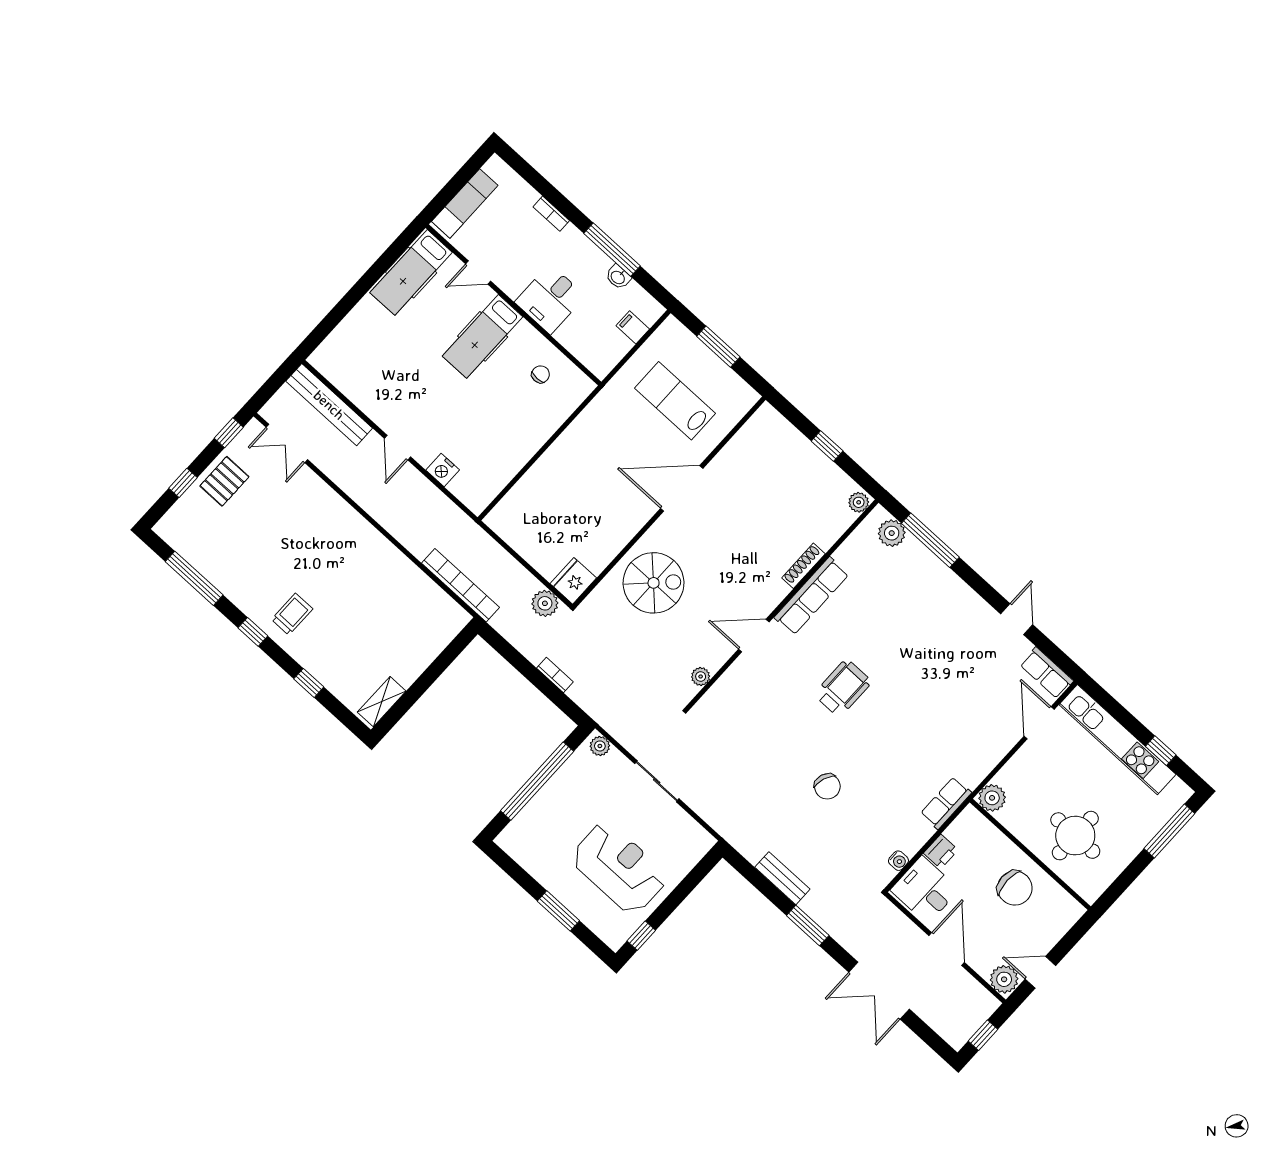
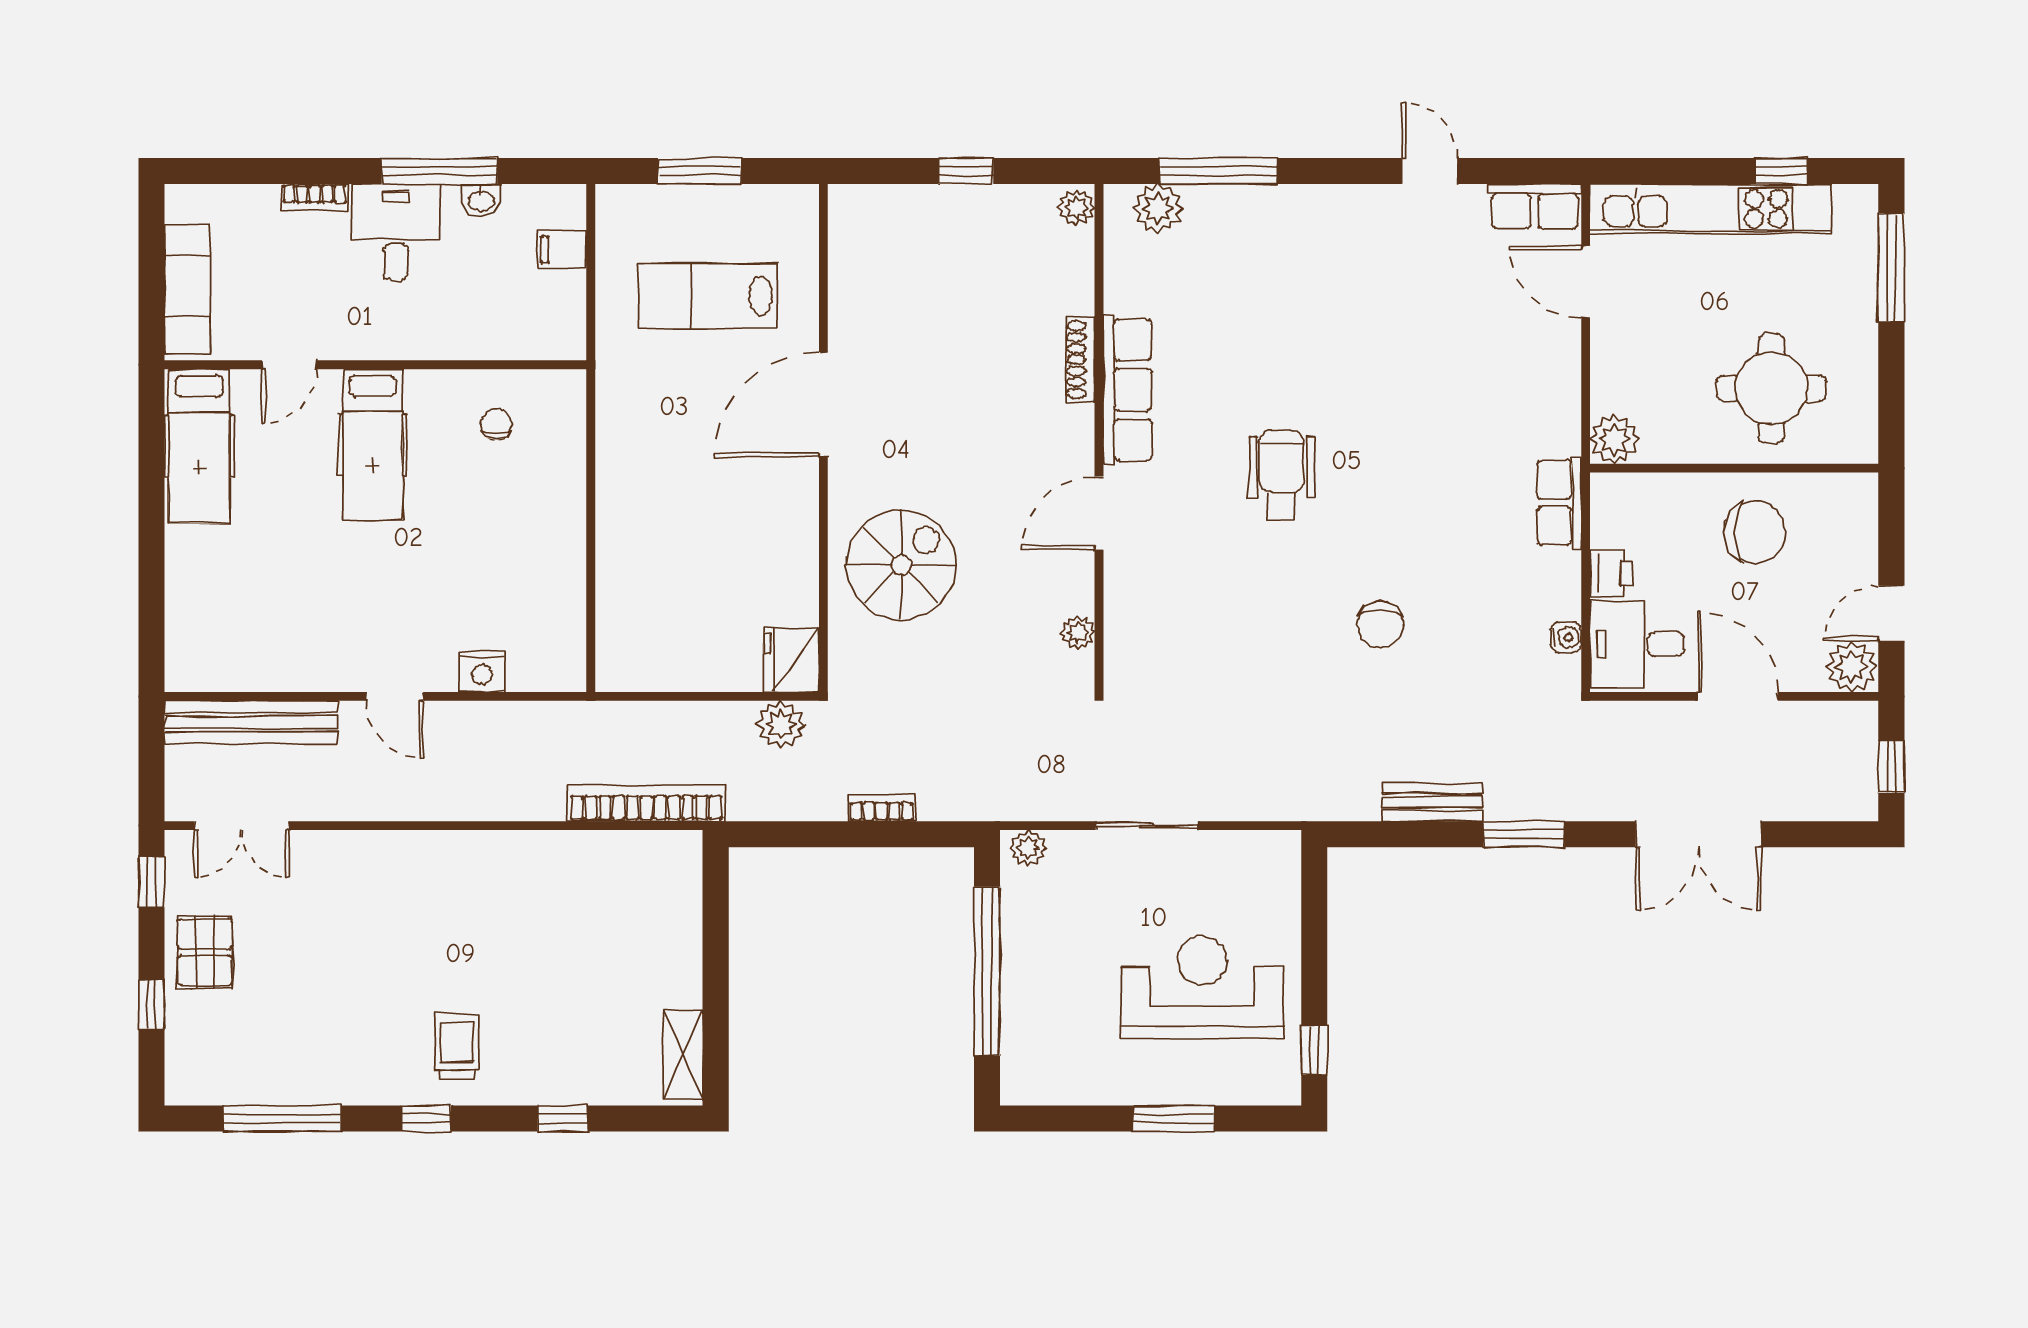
desk: (550, 299) -> (396, 232), moved, turned 180
chair: (827, 786) -> (1381, 625), turned 70

